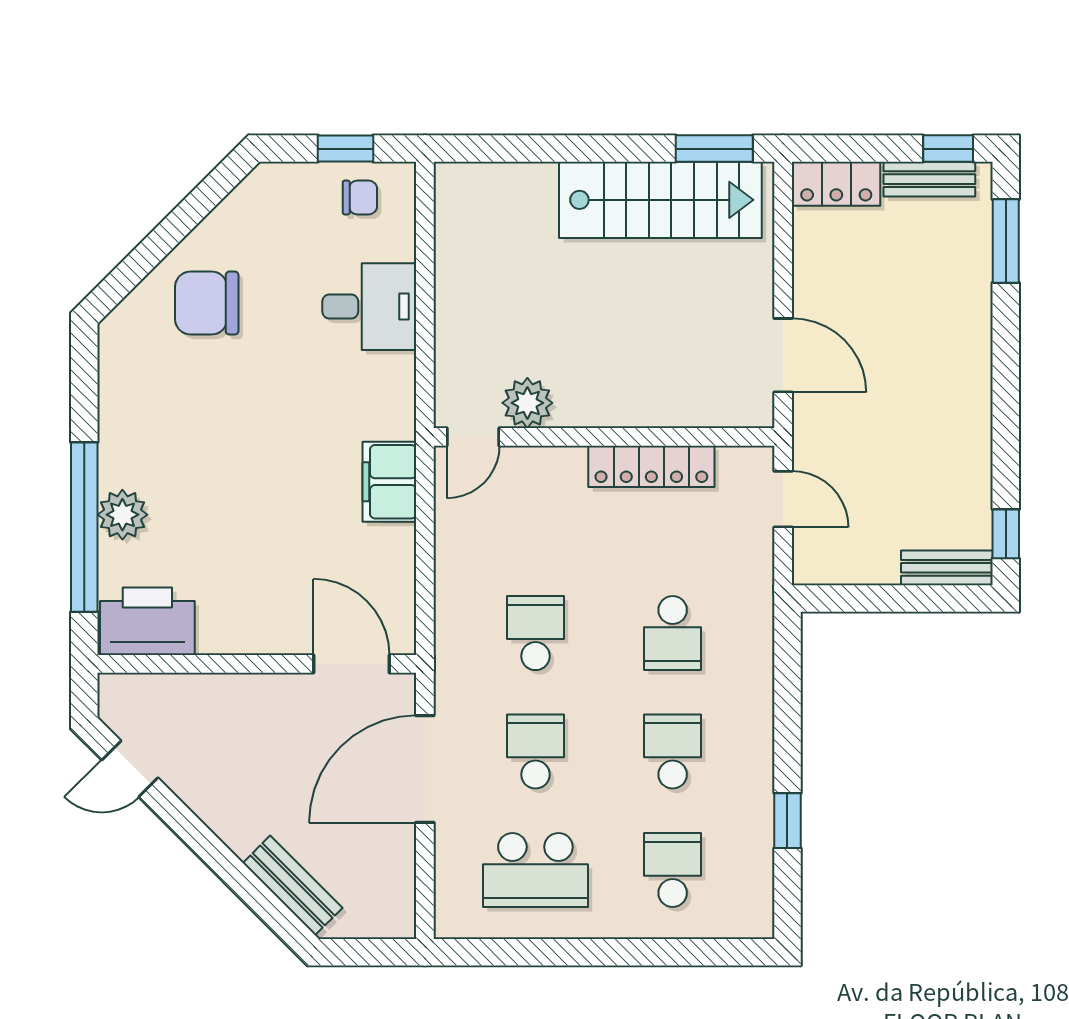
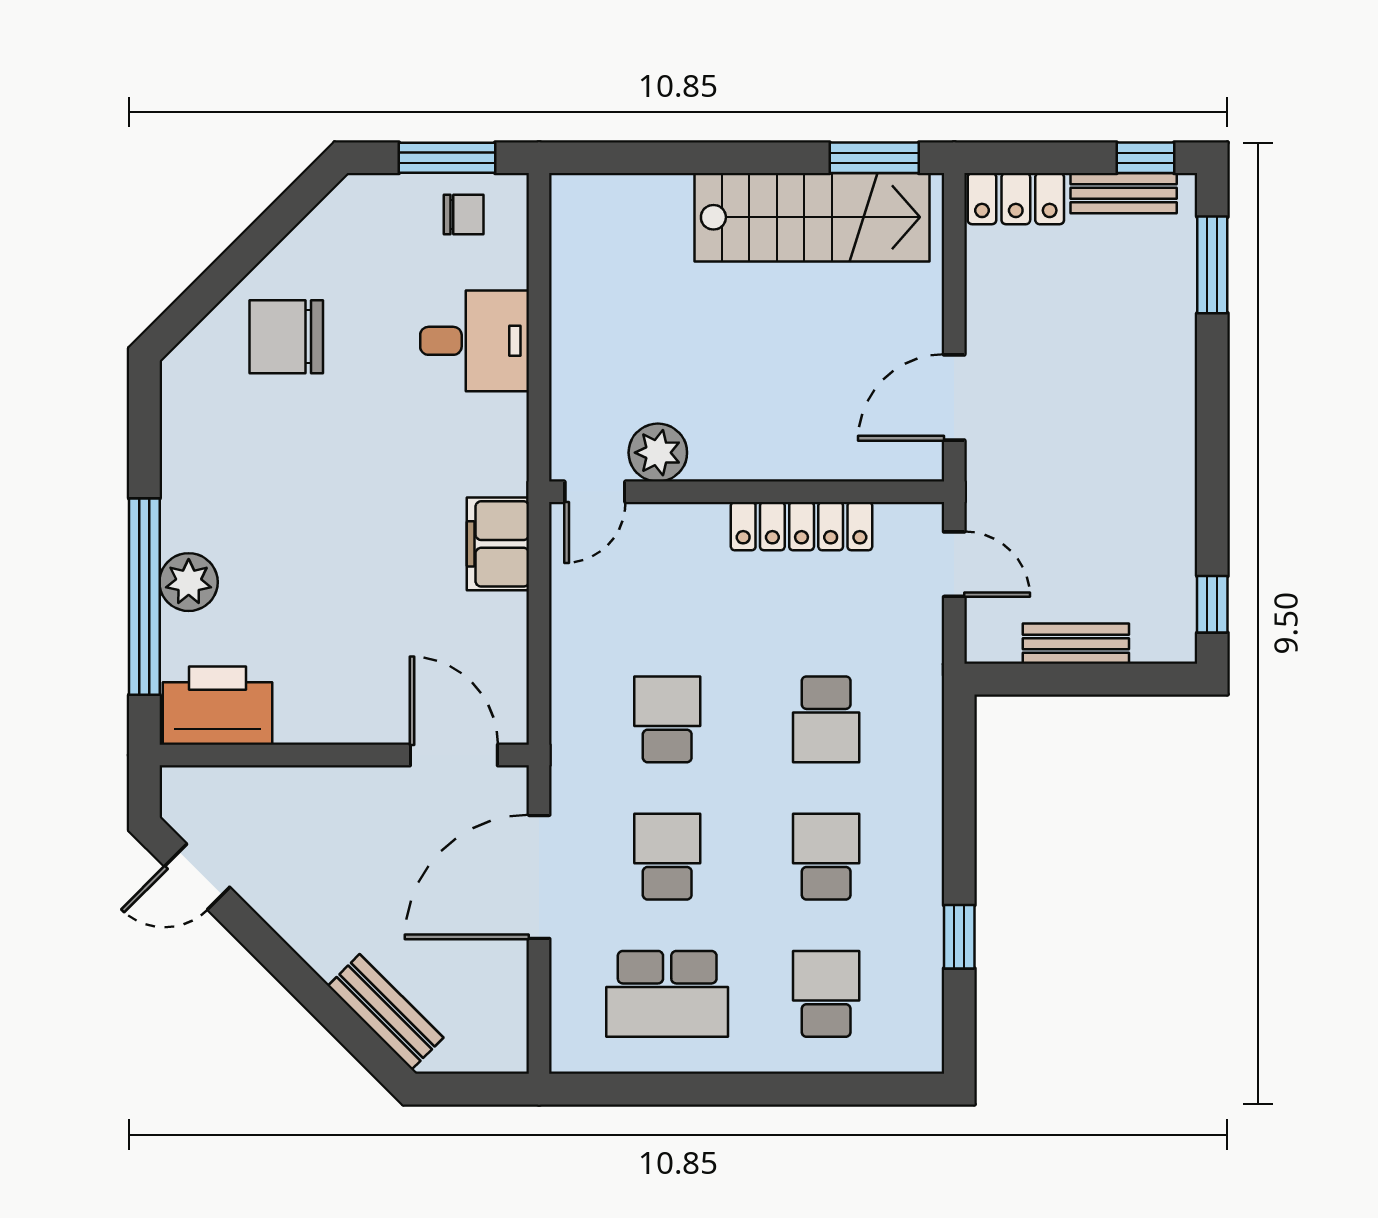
window: (345, 149) -> (447, 158), width x1.50
door: (783, 355) -> (954, 397), swing flipped
bench: (947, 568) -> (1076, 644), moved

